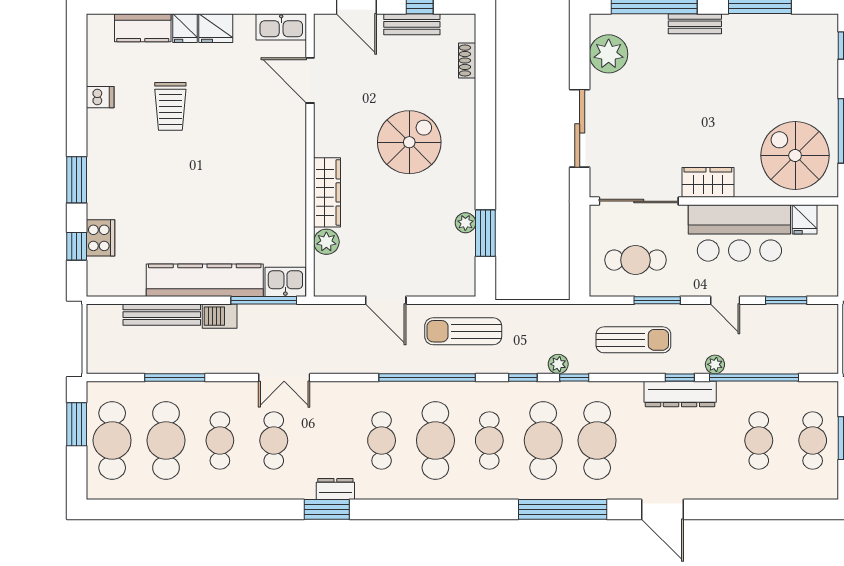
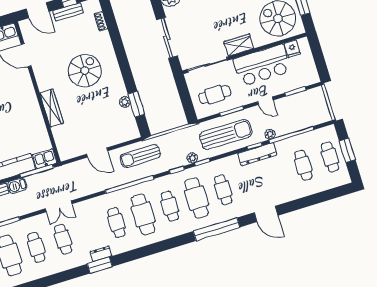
plant: (326, 242) -> (59, 133), removed
sun lounger: (633, 340) -> (226, 134), width x1.36, depth x1.34
cafe table: (597, 440) -> (223, 190), width x0.73, depth x0.74

